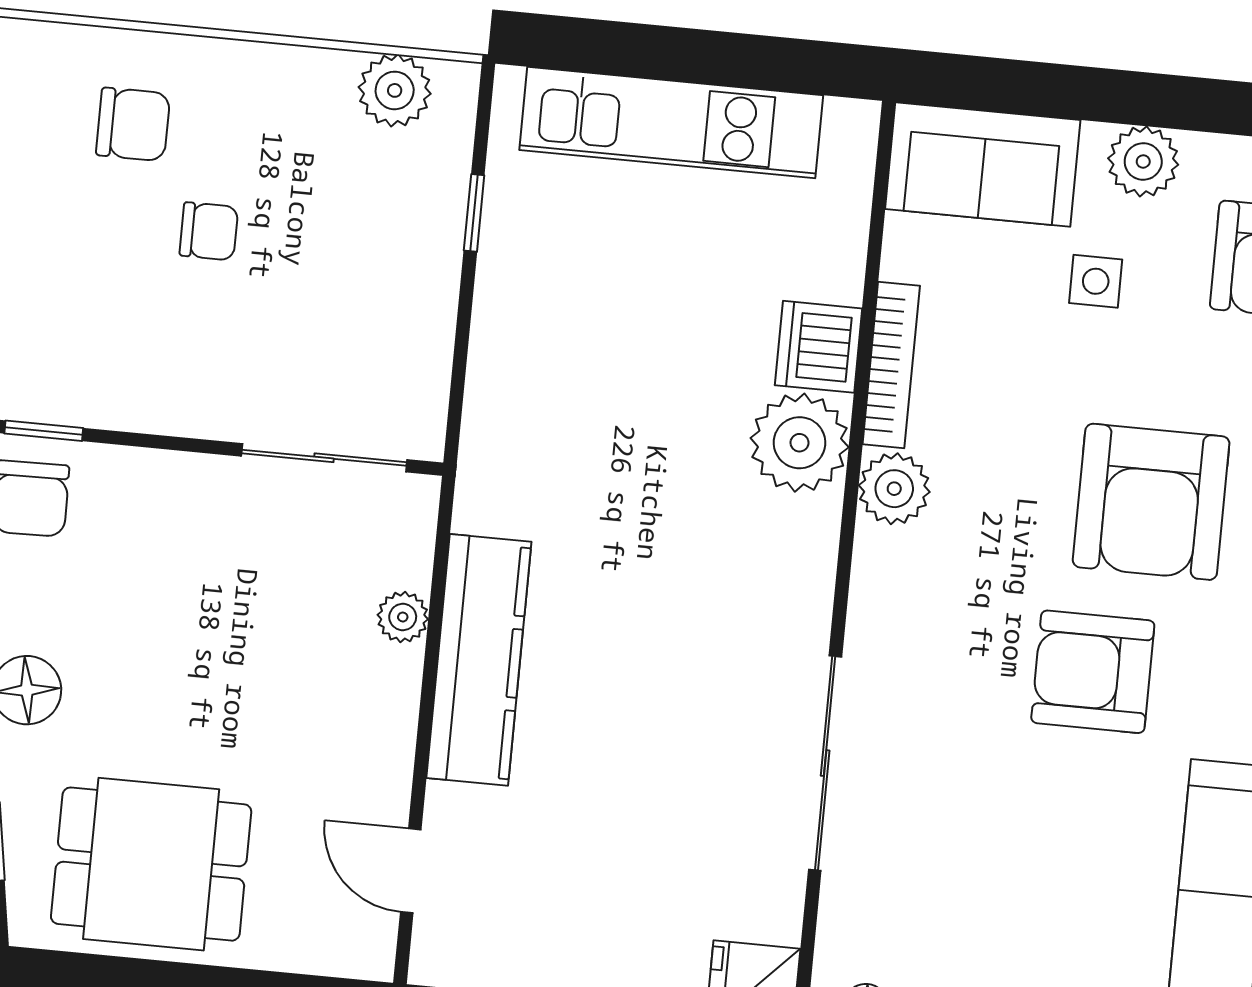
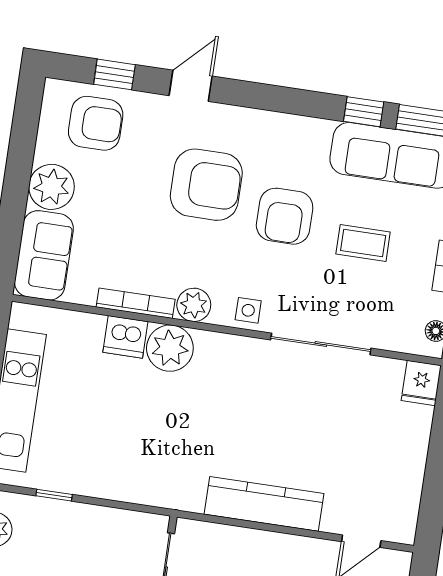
plant: (1143, 162) -> (52, 187), width x1.36, depth x1.36
side table: (1096, 281) -> (248, 310), moved
plant: (403, 617) -> (242, 539), removed
coffee table: (1045, 842) -> (363, 243), added

